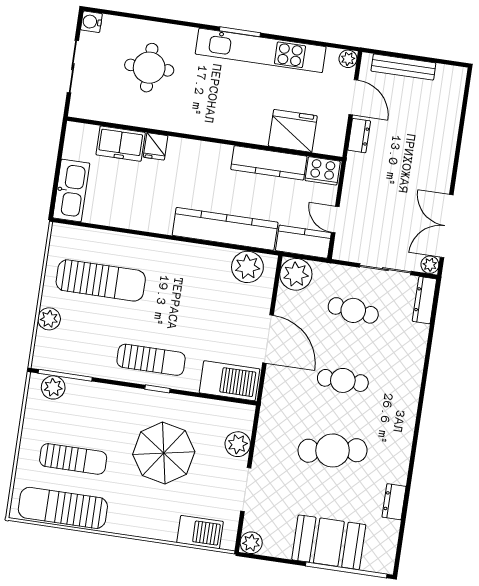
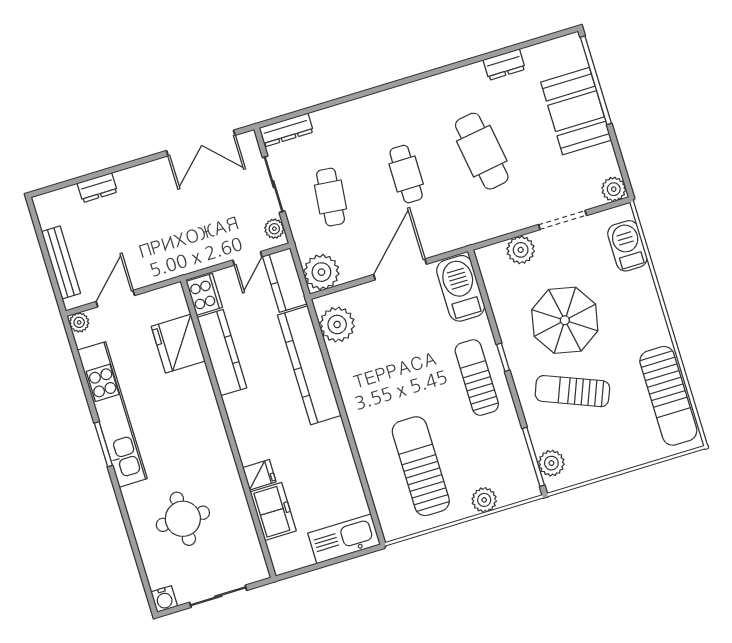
dresser: (359, 136) -> (97, 188), moved, turned 180
plant: (430, 265) -> (274, 229), moved
sun lounger: (73, 459) -> (572, 391), moved, turned -68

